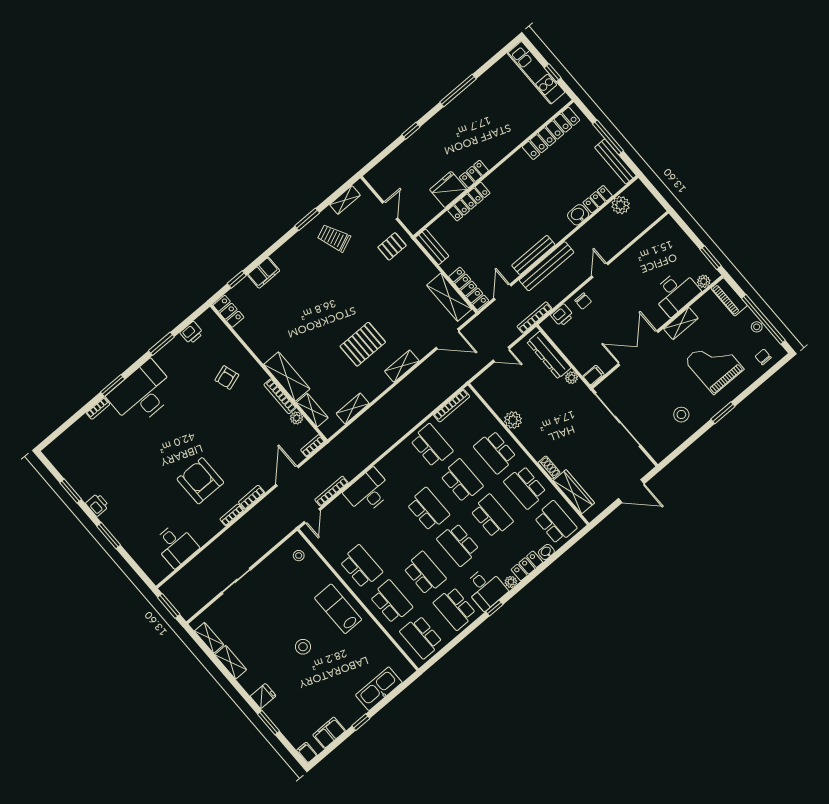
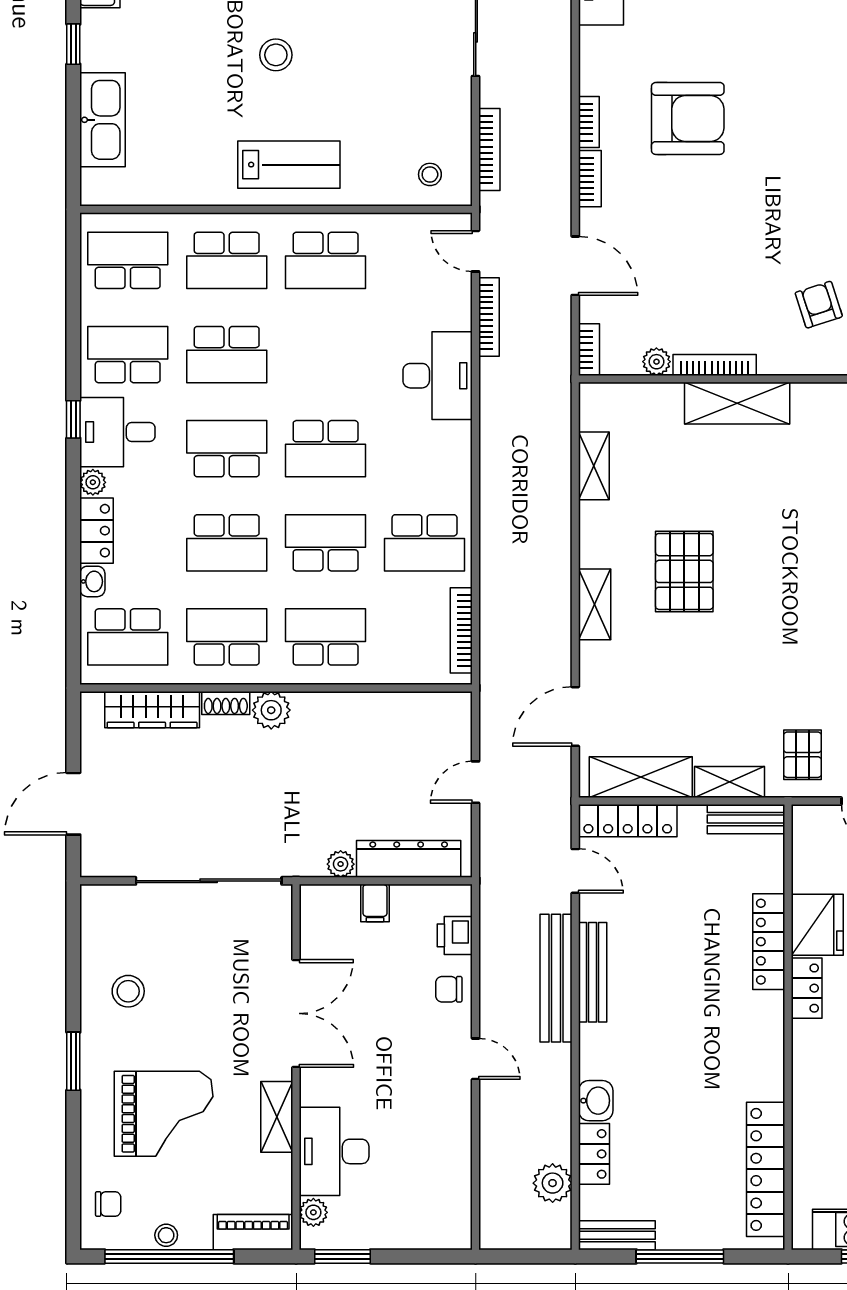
bench: (615, 161) -> (617, 1235), width x0.73
bookcase: (534, 318) -> (489, 150), moved
filing cabinet: (594, 375) -> (375, 903), moved
shelving: (312, 410) -> (730, 782), moved
plant: (513, 420) -> (271, 710), moved
school desk: (462, 481) -> (326, 543), turned 180

